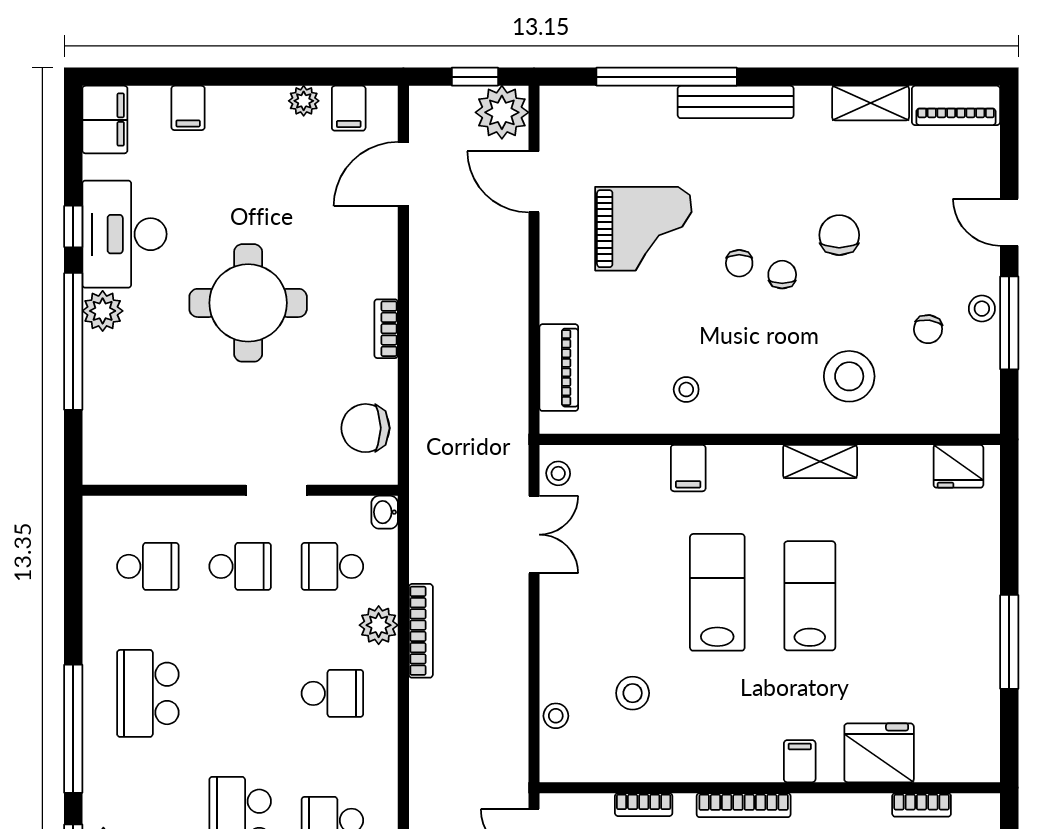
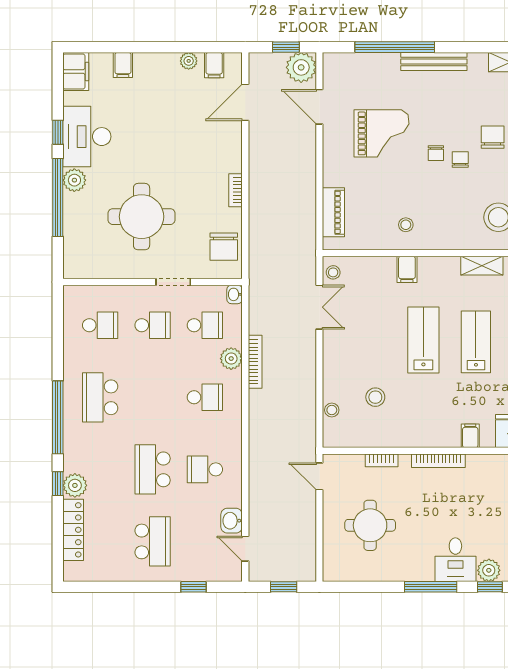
round table: (248, 303) -> (142, 217), moved
chair: (365, 428) -> (224, 247), turned -90
school desk: (332, 566) -> (205, 325), turned 180

